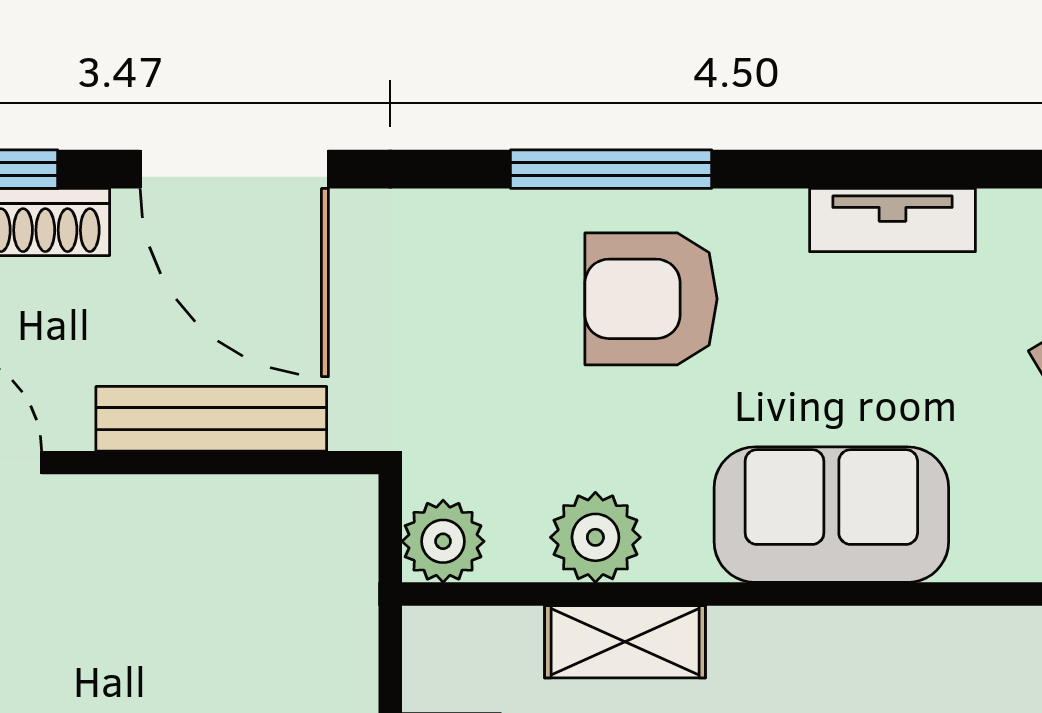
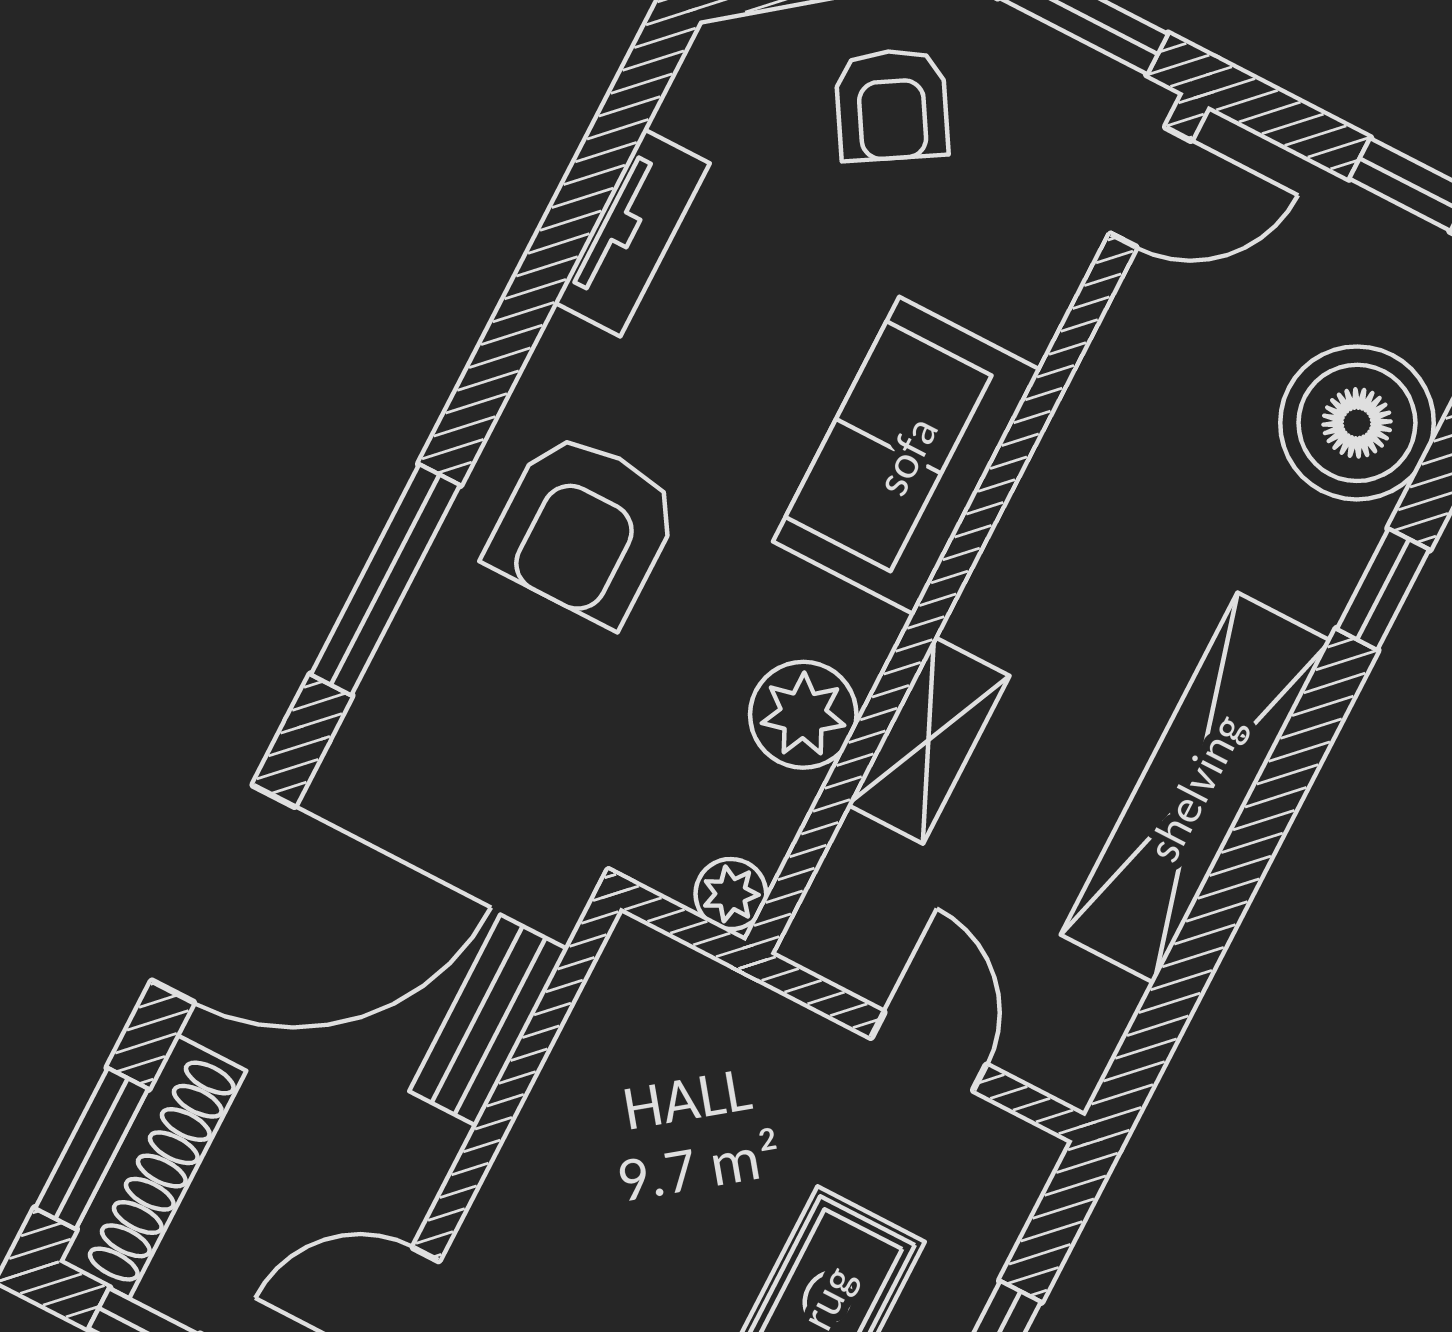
window: (611, 169) -> (385, 580), moved
bench: (211, 419) -> (489, 1020), width x0.73
plant: (443, 541) -> (731, 894), width x0.73, depth x0.73

